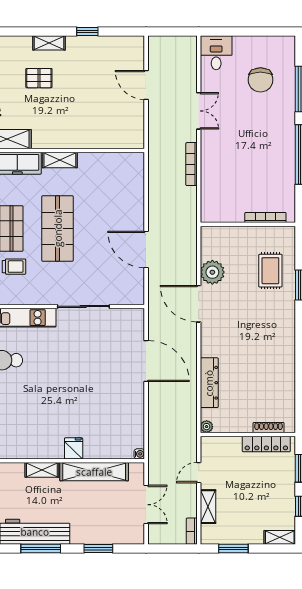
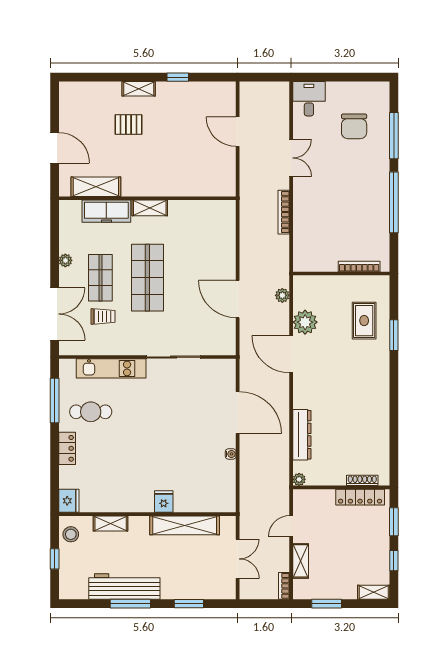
plant: (190, 246) -> (282, 295), added
water cooler: (139, 454) -> (231, 454), moved
shelving: (42, 470) -> (111, 524), moved

